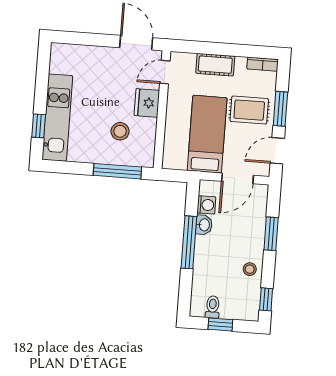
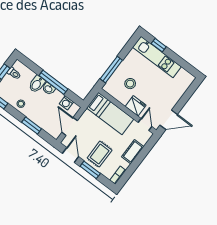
bed: (207, 134) -> (110, 114), moved
washbasin: (204, 225) -> (49, 89), moved
bidet: (207, 264) -> (37, 84), added

